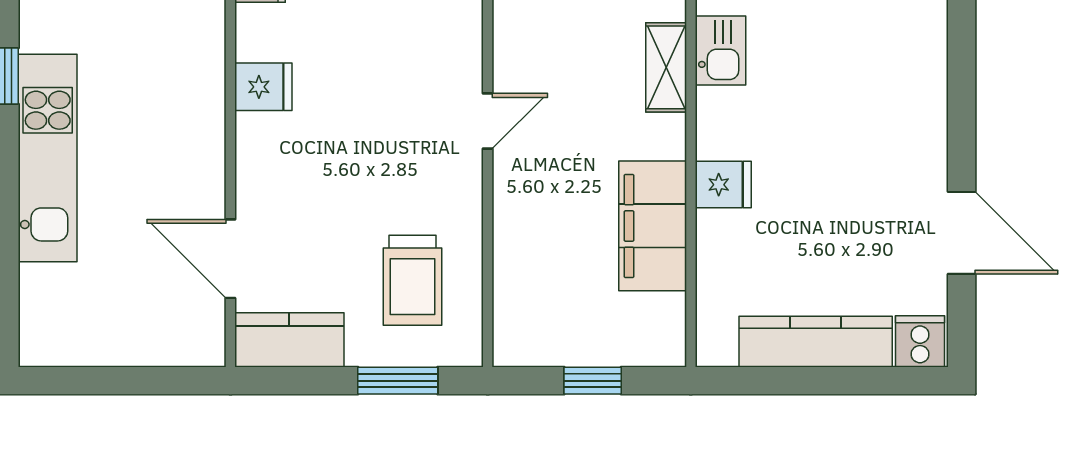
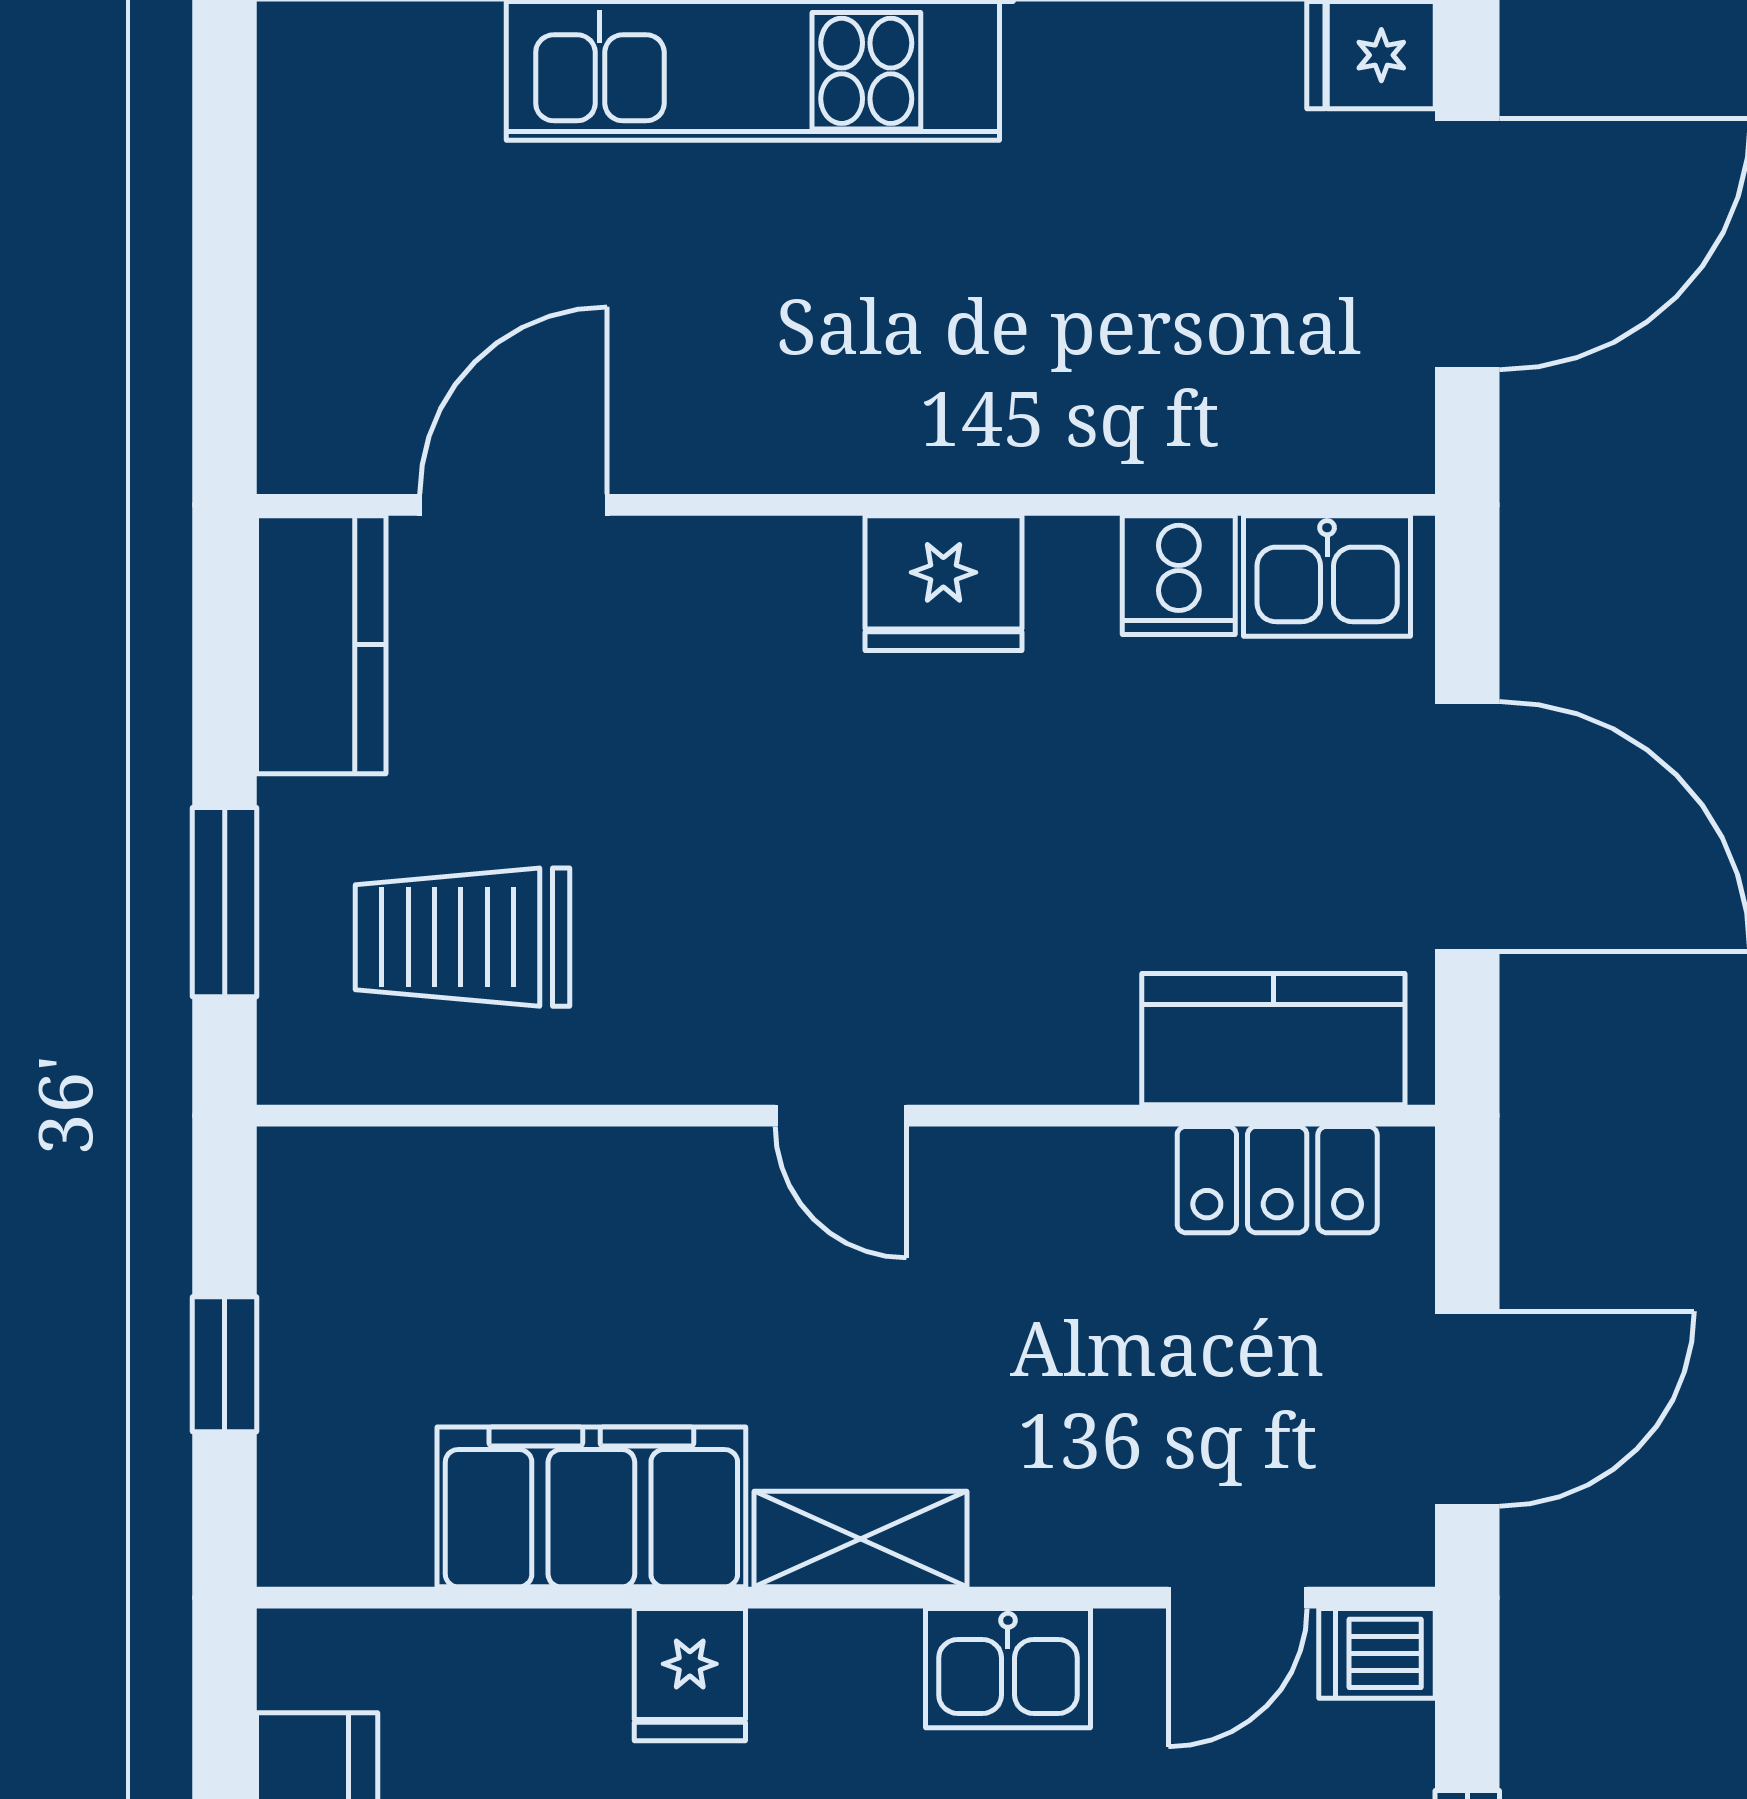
shelving: (666, 67) -> (861, 1539), moved
fridge: (263, 87) -> (943, 583), width x1.38

